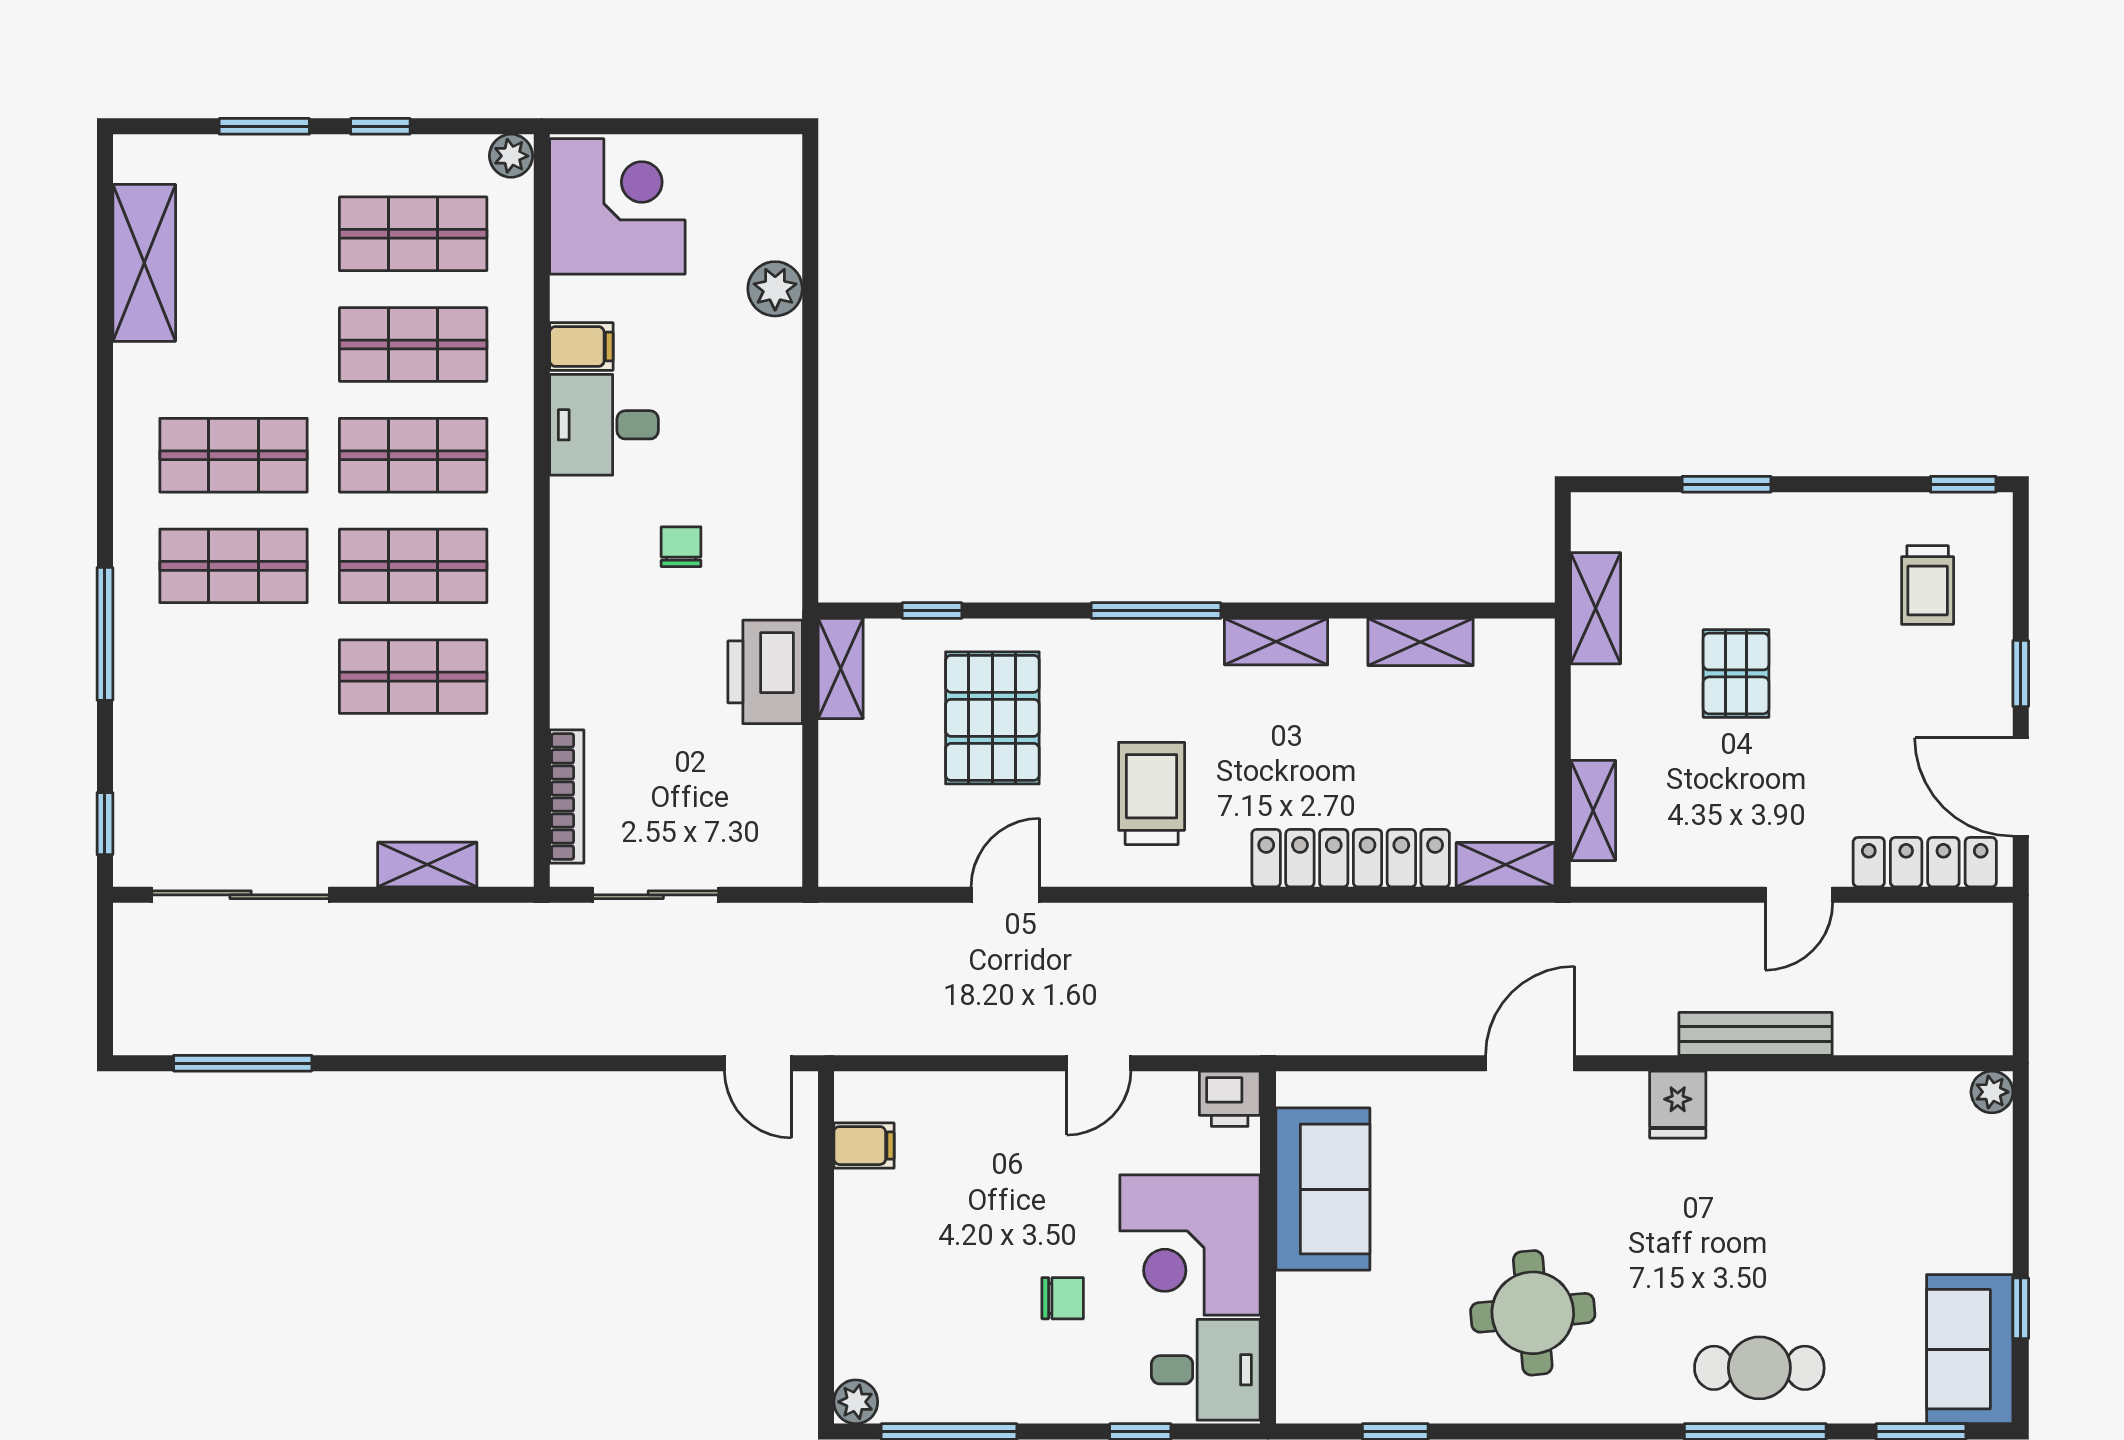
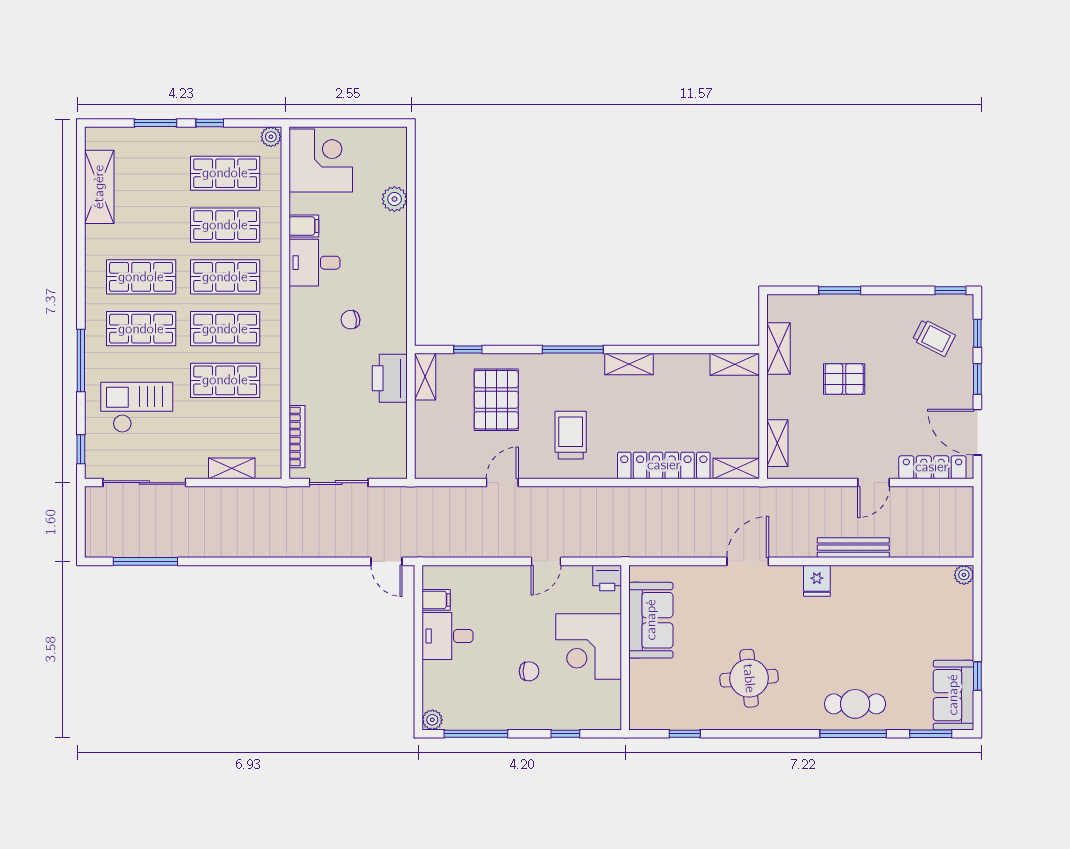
chair: (681, 547) -> (350, 320), turned -97
window: (2021, 576) -> (977, 333), added
trolley: (1928, 585) -> (934, 338), turned -63
shelving: (1421, 642) -> (735, 364), moved
pallet: (1736, 673) -> (844, 379), turned 90
checkout: (224, 734) -> (137, 407), added
desk: (1206, 1370) -> (447, 636), moved, turned 180

